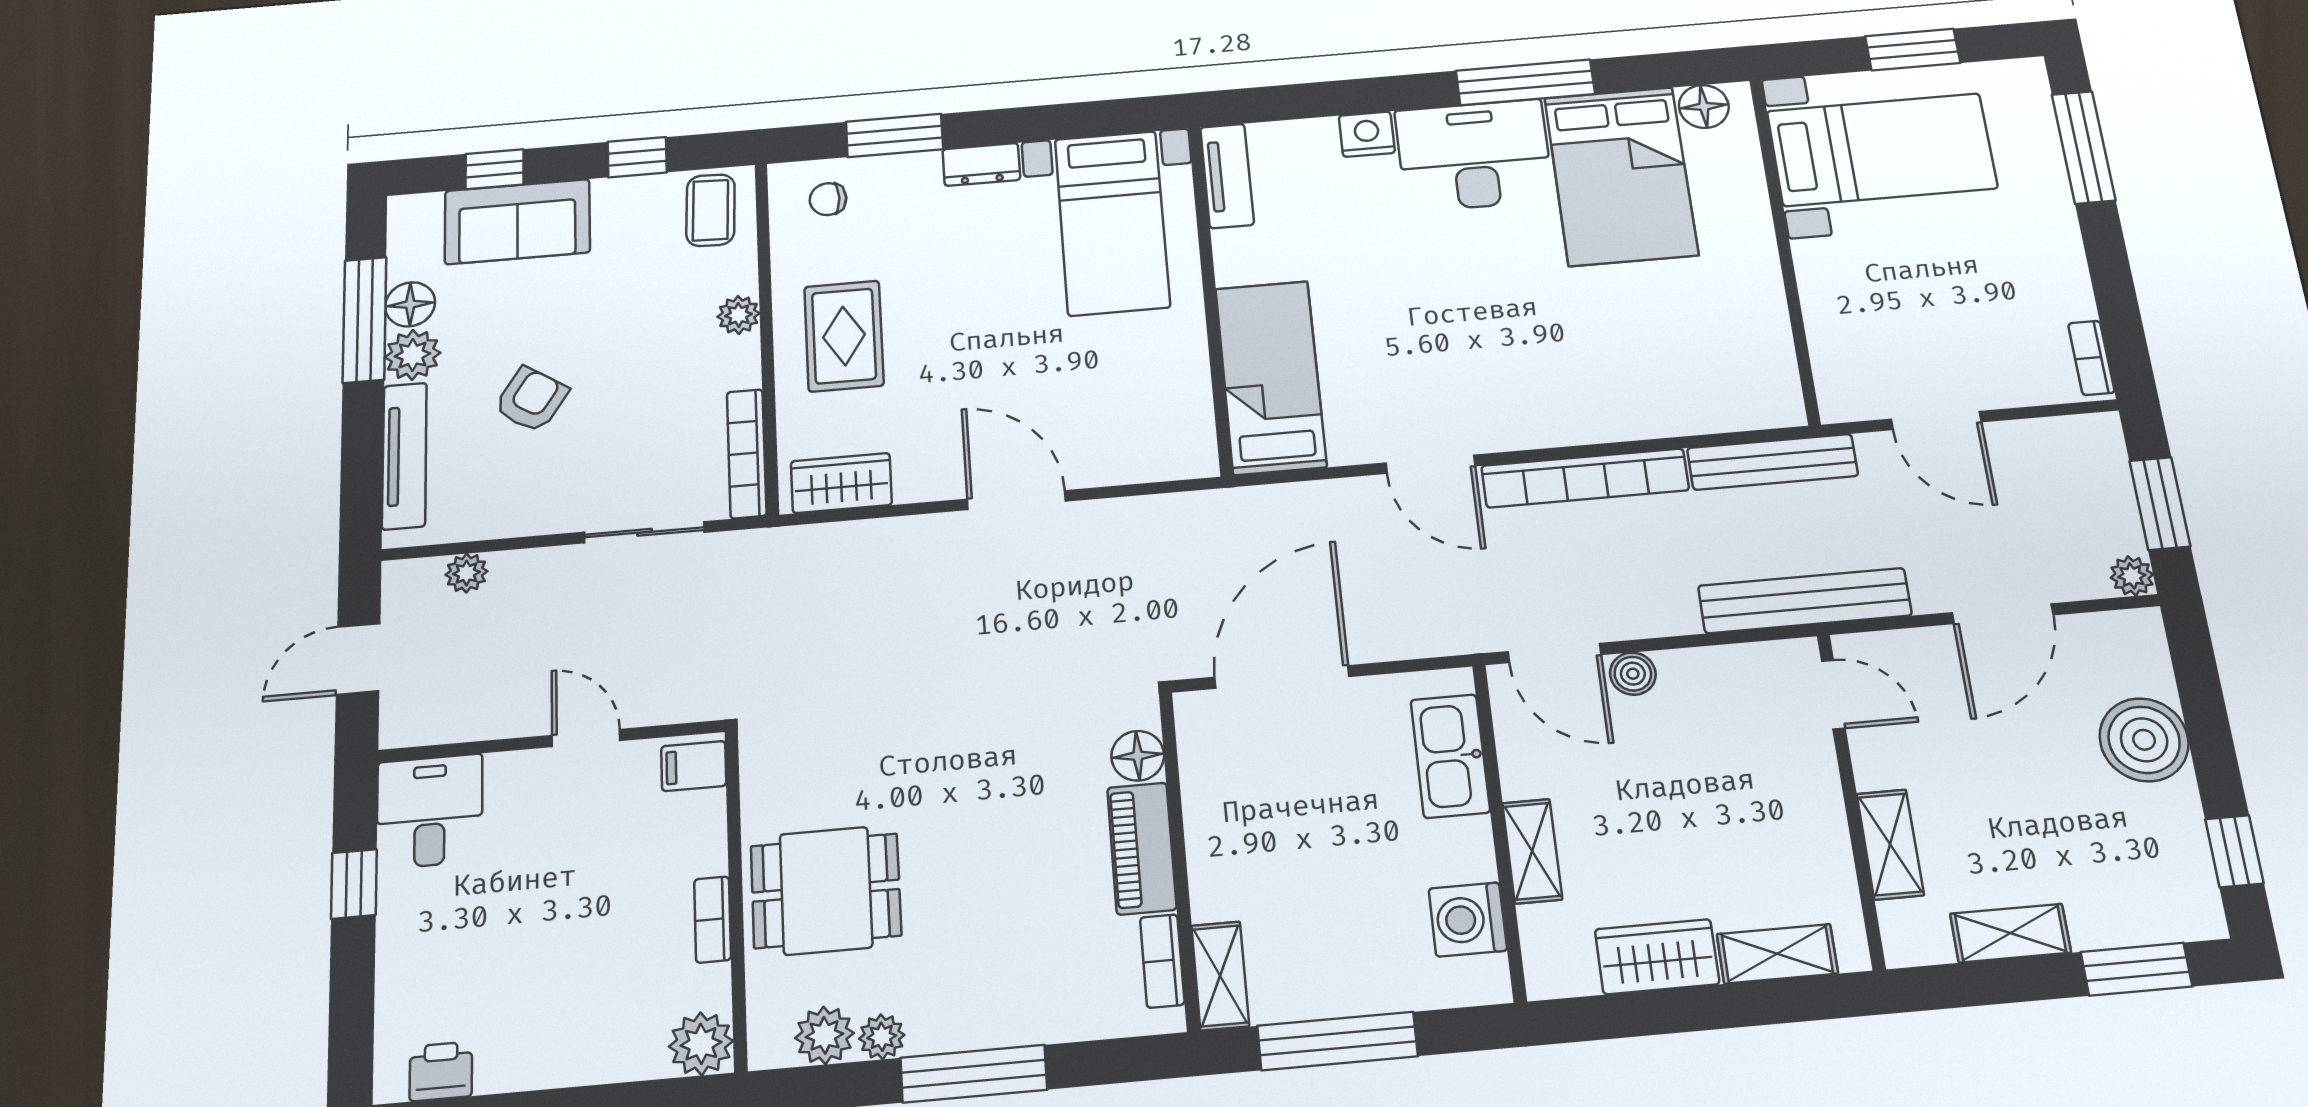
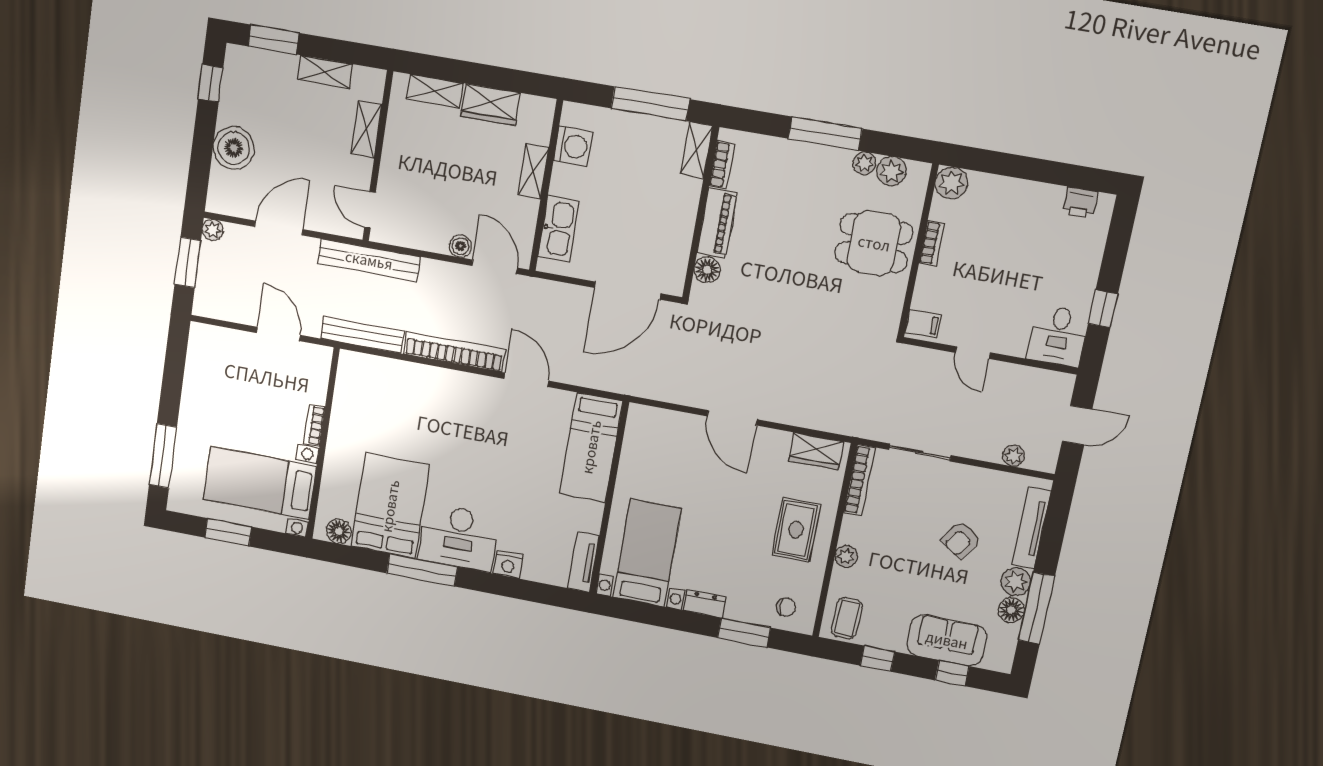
bookcase: (2091, 358) -> (314, 426), moved, turned 180

